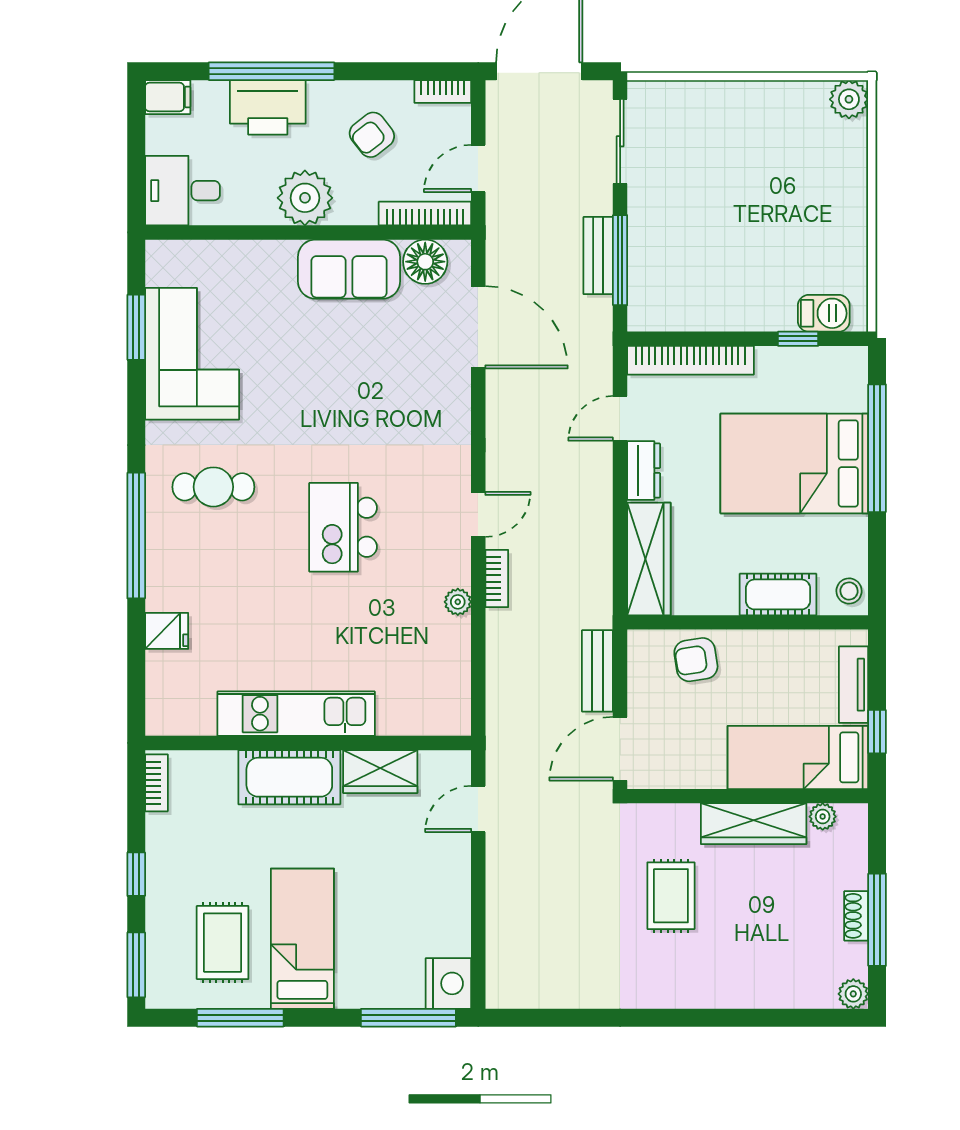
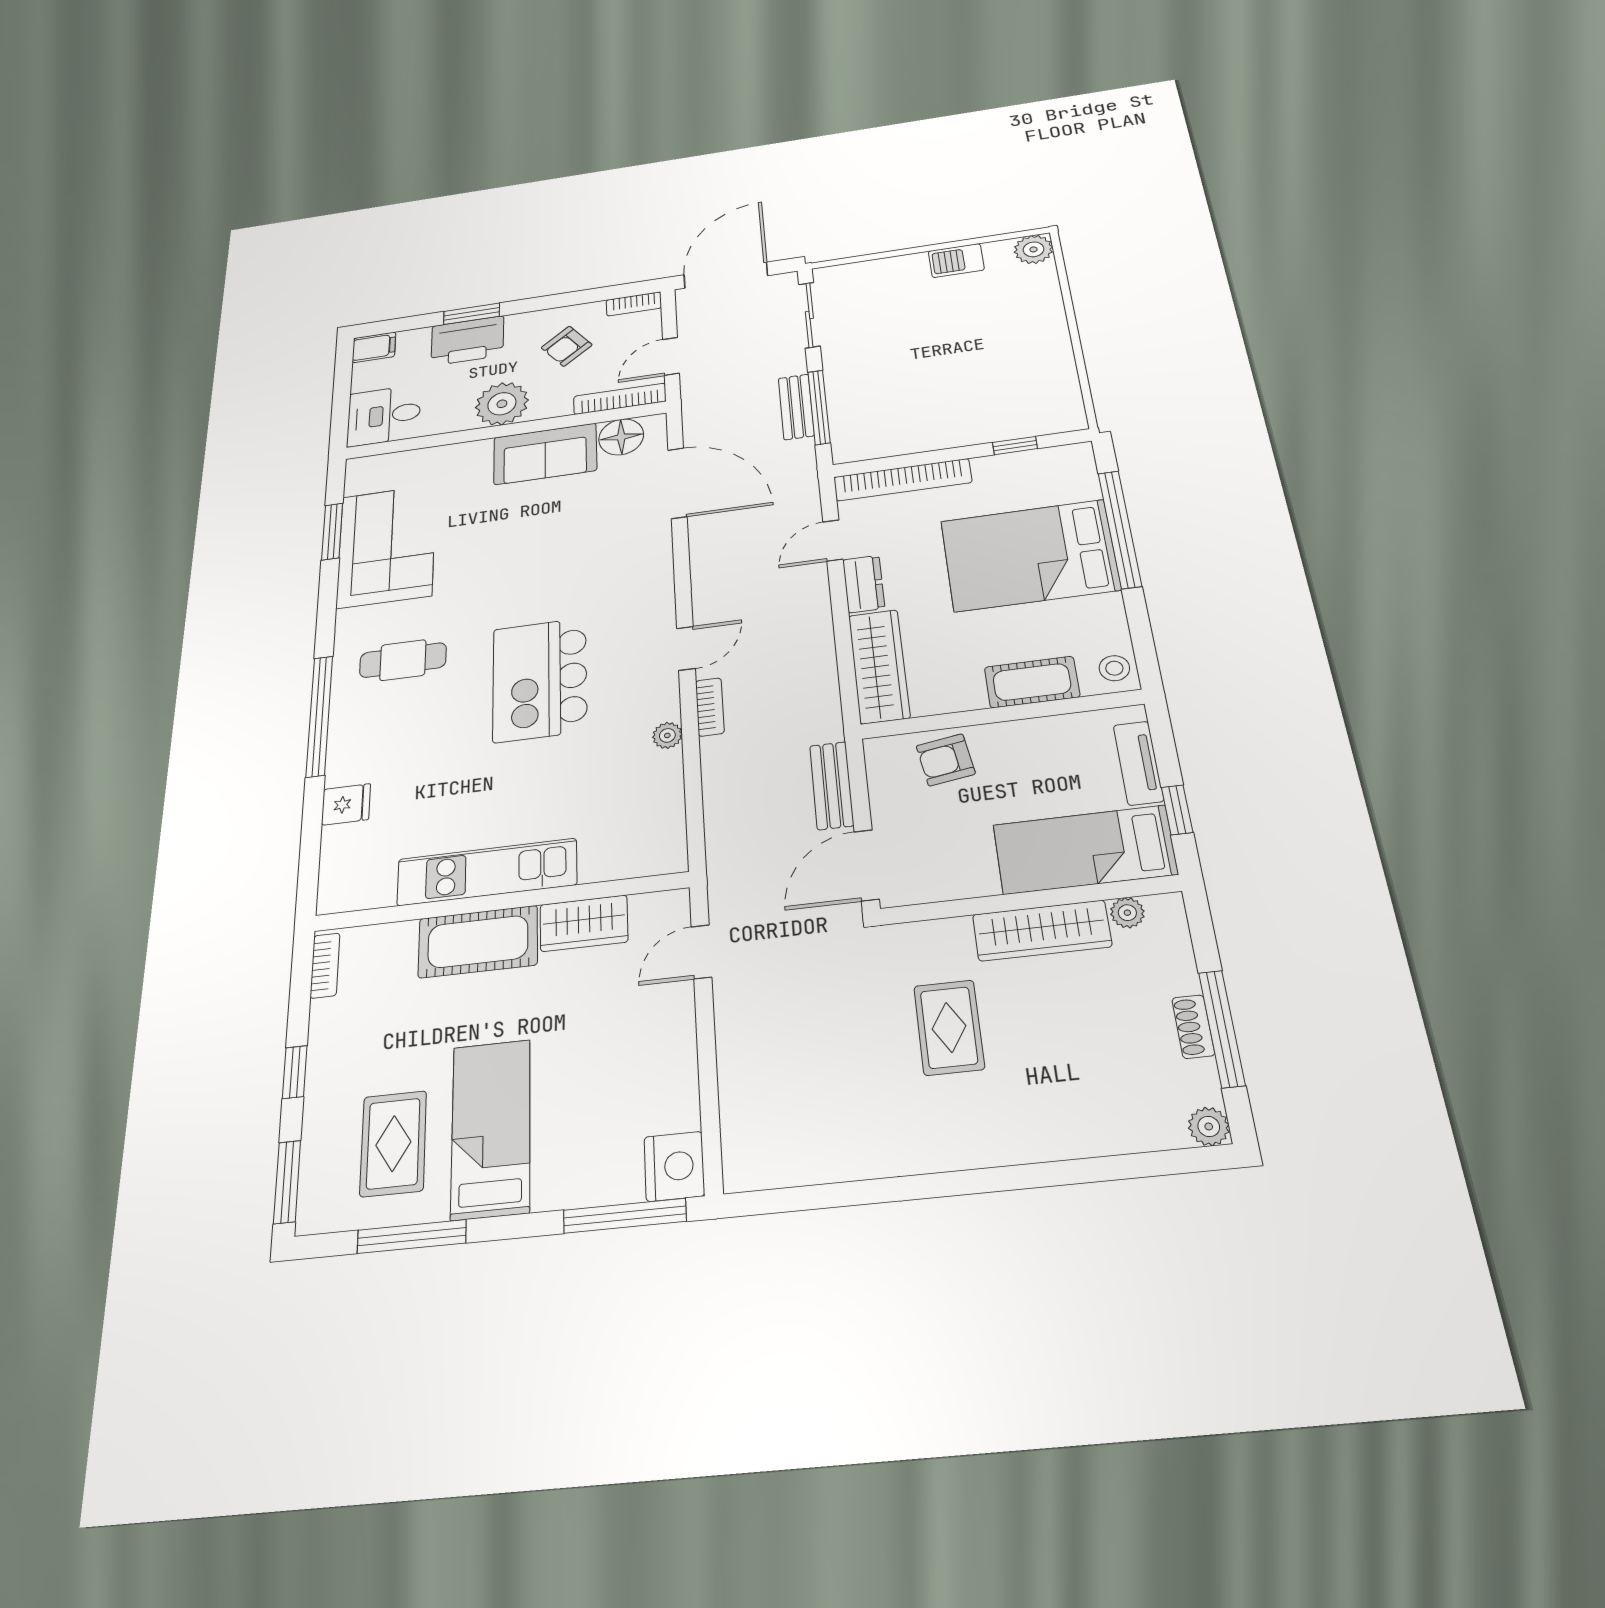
window: (272, 71) -> (472, 314), width x0.47
barbecue: (824, 313) -> (956, 260), moved, turned 180
kitchen island: (343, 527) -> (540, 680), width x1.37, depth x1.28

